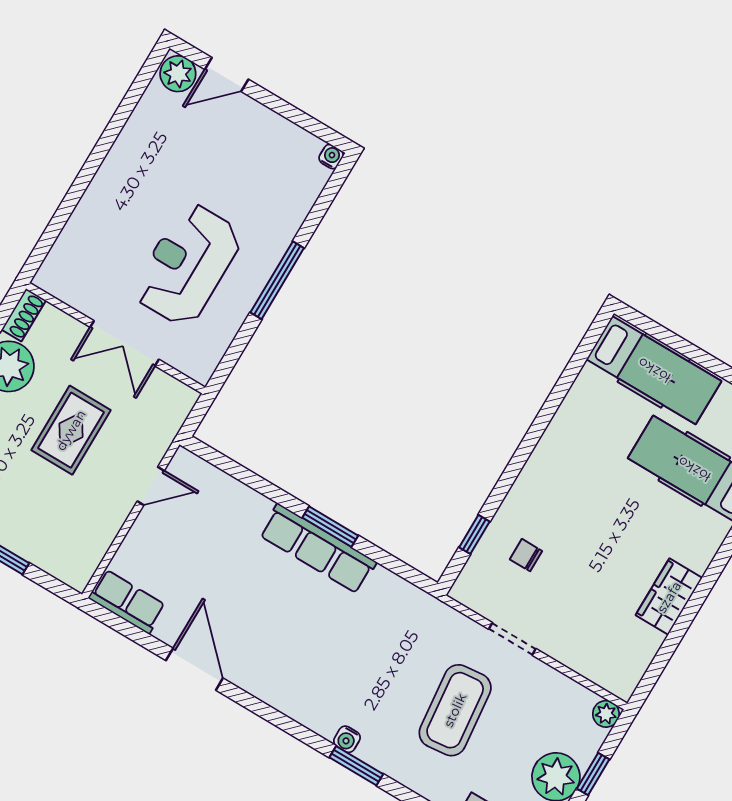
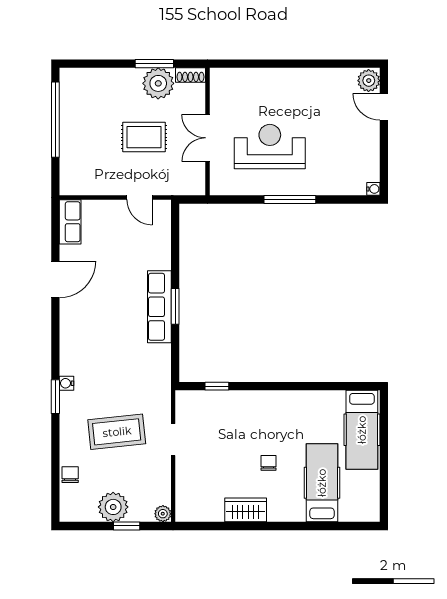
chair: (526, 555) -> (269, 463), moved

